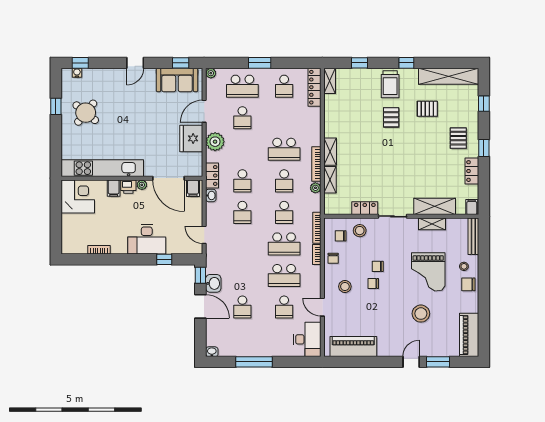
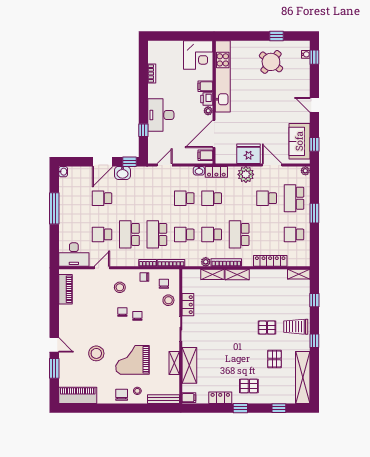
locker: (314, 87) -> (270, 261), moved
piano: (353, 347) -> (65, 289), width x0.73, depth x0.75

